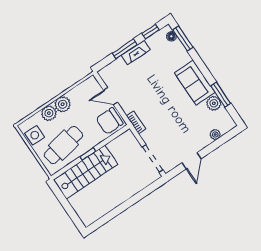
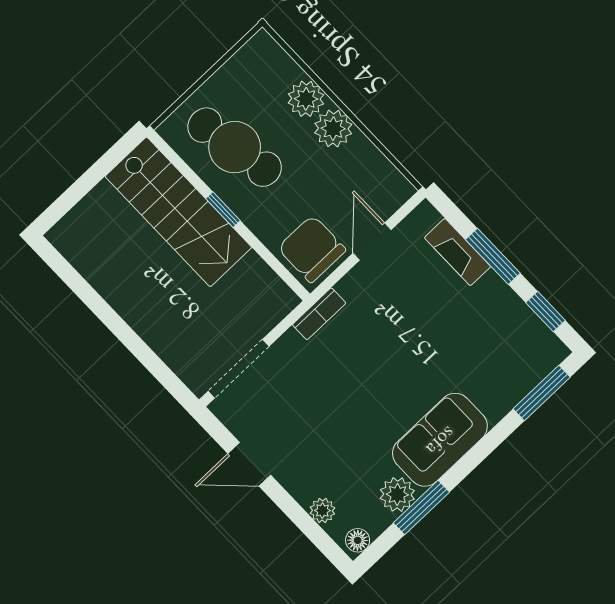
floor lamp: (171, 36) -> (358, 540), moved
fireplace: (136, 53) -> (458, 252), moved
side table: (35, 135) -> (247, 73), removed

